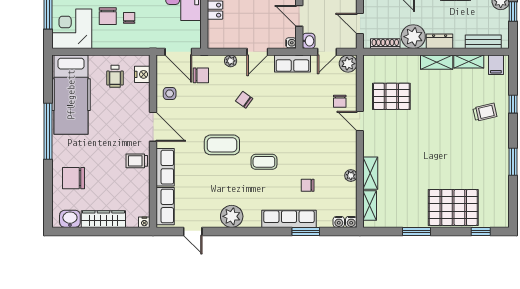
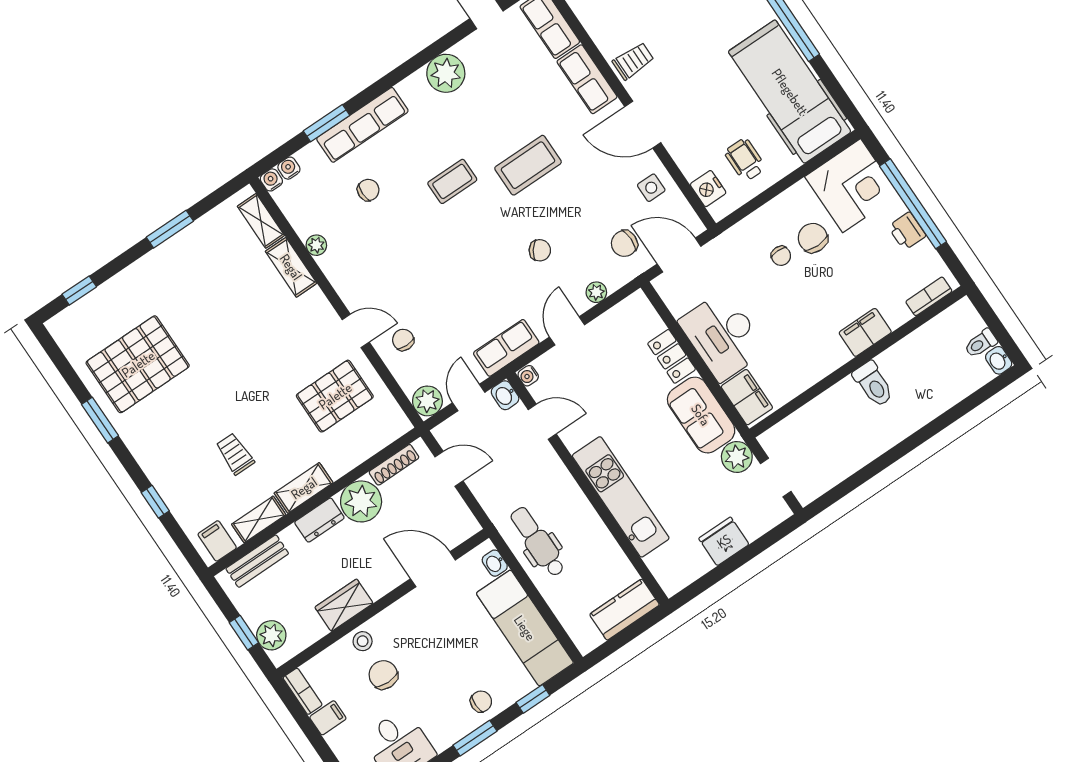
trolley: (485, 112) -> (235, 454), moved, turned 103
pallet: (453, 207) -> (138, 364), moved

